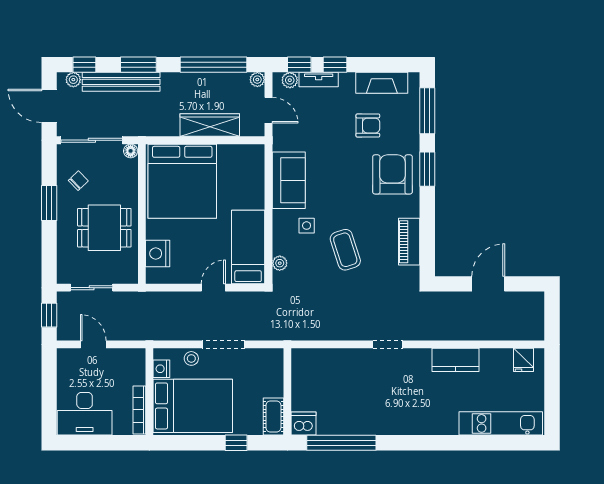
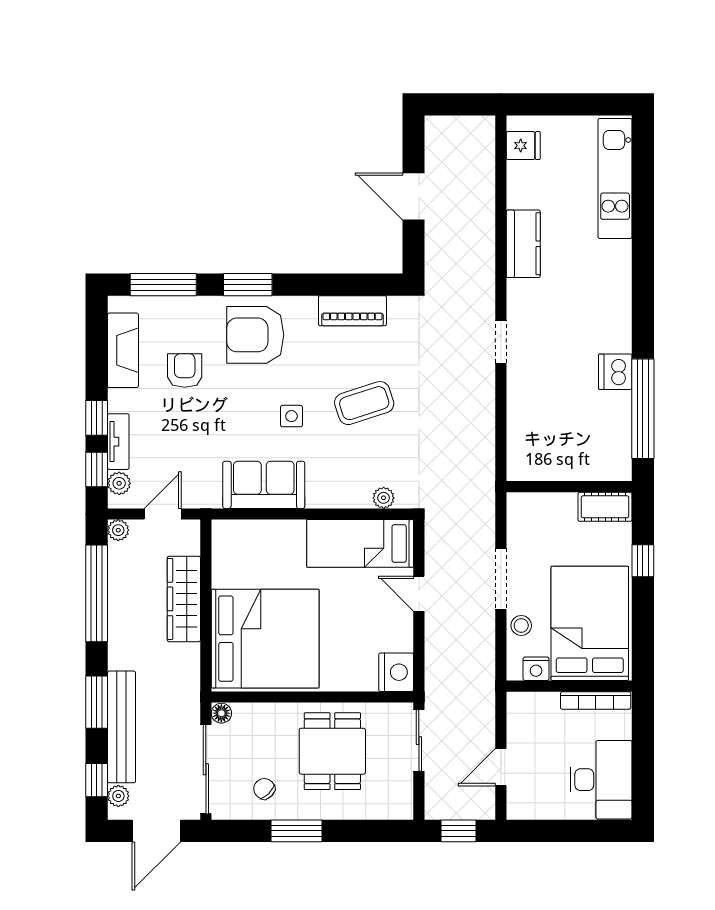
side table: (307, 226) -> (291, 416), moved
nightstand: (158, 254) -> (396, 672), moved, turned -90
sliding door: (92, 288) -> (419, 741), moved
dishwasher: (304, 424) -> (615, 372), moved

